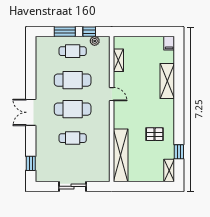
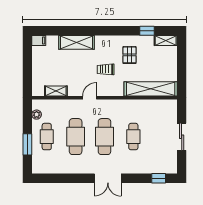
window: (89, 32) -> (27, 120), removed
trolley: (140, 110) -> (106, 69), added

